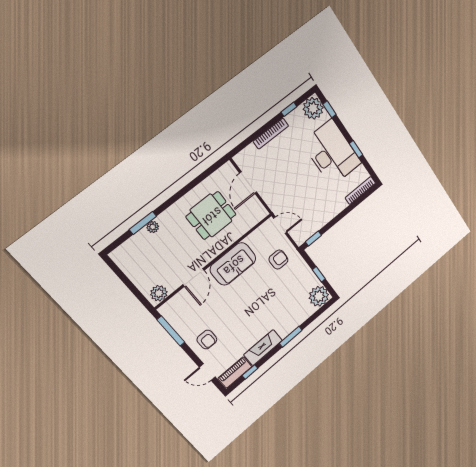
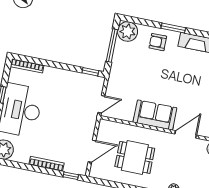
window: (289, 109) -> (71, 176), moved
door: (280, 225) -> (101, 104), swing flipped
armchair: (278, 260) -> (158, 42), moved
window: (319, 274) -> (112, 45), width x2.17

